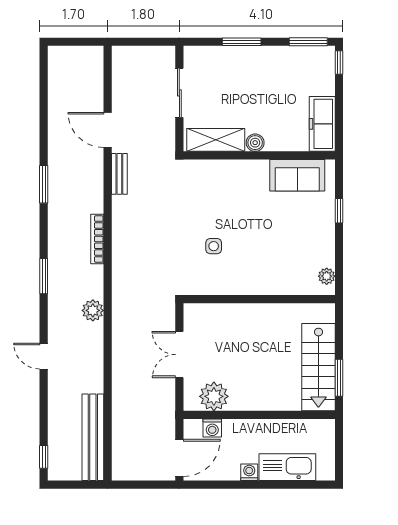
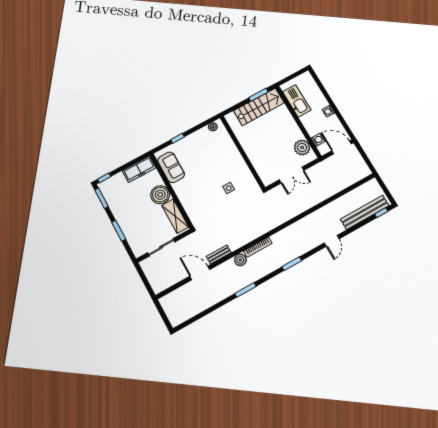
door: (108, 130) -> (200, 273), swing flipped
boiler: (255, 143) -> (160, 195), width x1.86, depth x1.86
plant: (93, 310) -> (240, 260), moved
bench: (93, 437) -> (365, 212), moved
kitchen sink: (287, 467) -> (297, 101), moved, turned 180

